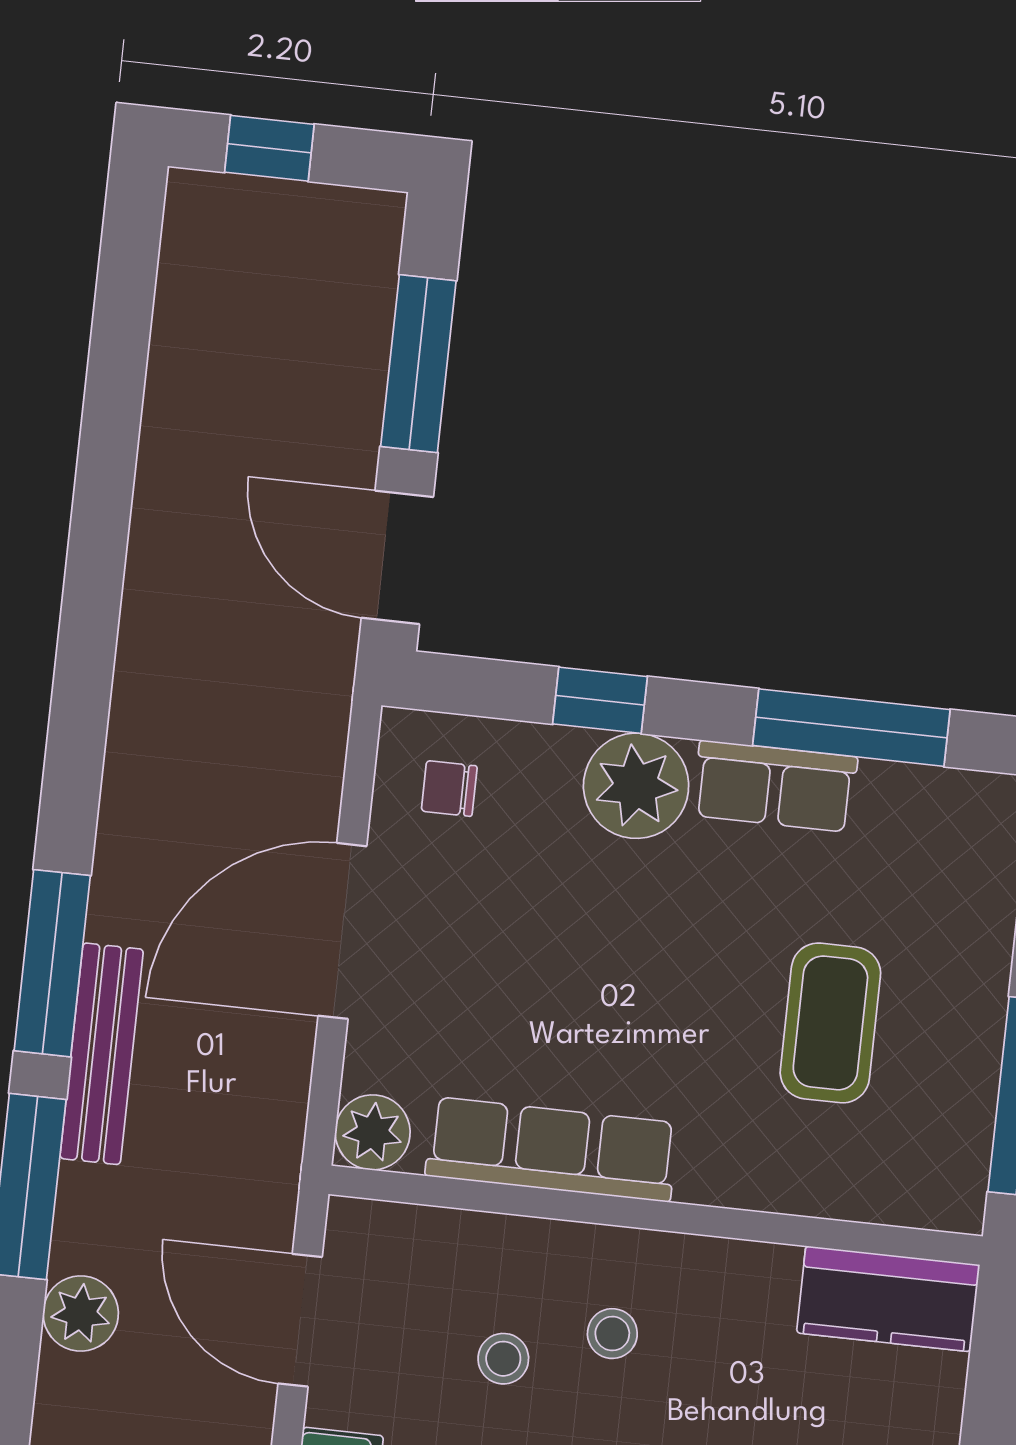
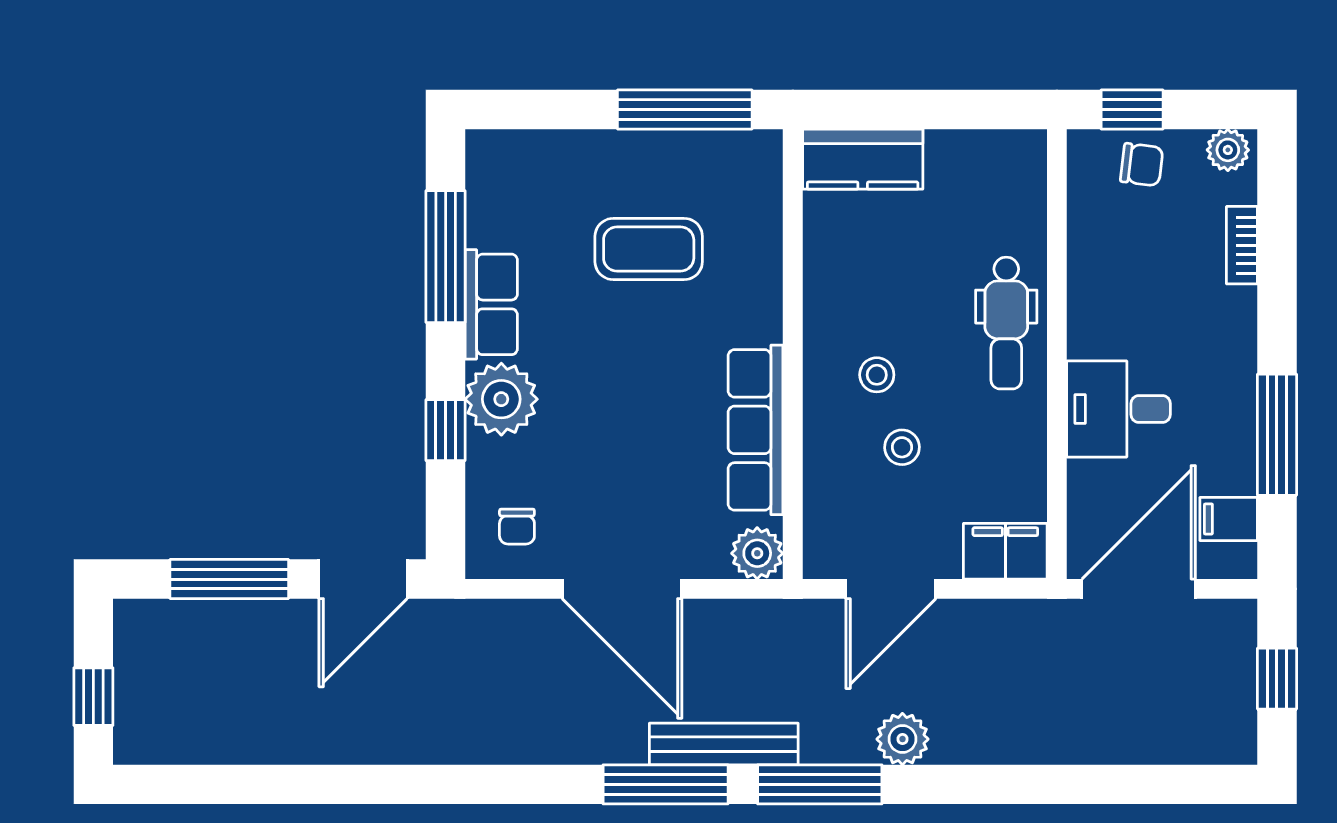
kitchen counter: (888, 1299) -> (863, 159), moved, turned 90

